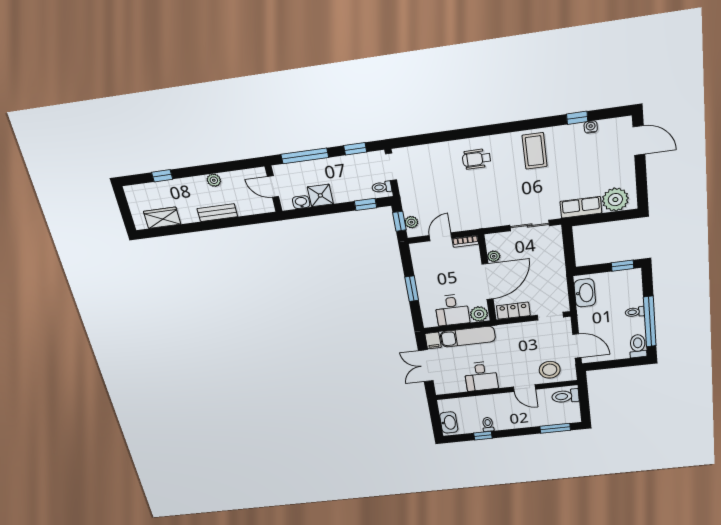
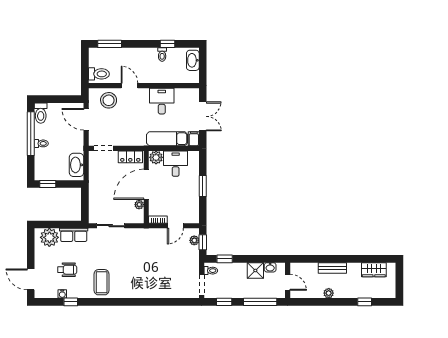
wheelchair: (477, 159) -> (67, 270), moved

